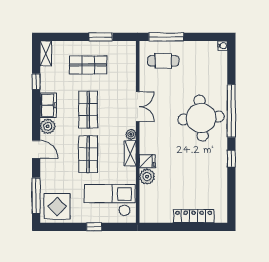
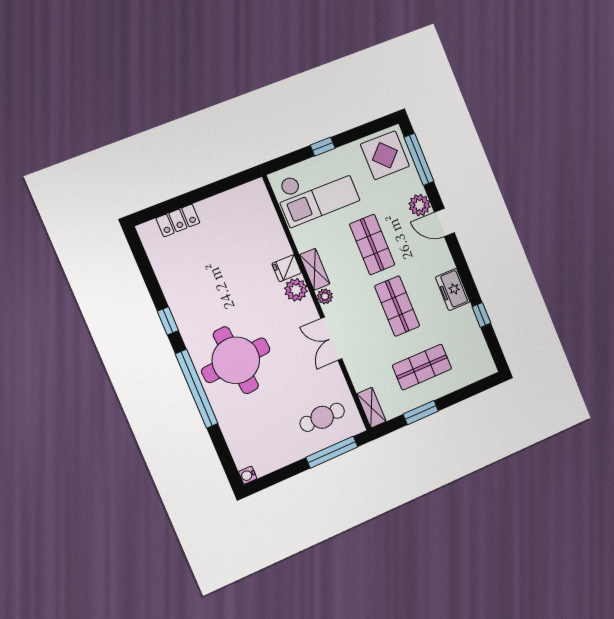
shelving: (46, 53) -> (371, 408), moved
plant: (48, 126) -> (420, 205), moved
plant: (147, 177) -> (296, 290), moved
locker: (194, 216) -> (178, 220), width x0.66

